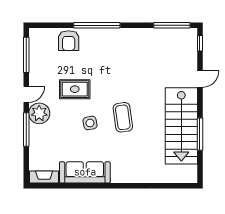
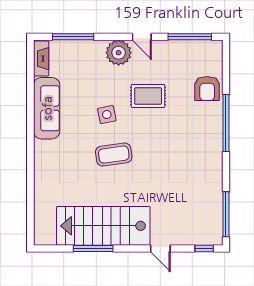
armchair: (69, 41) -> (207, 88), turned -90
rug: (75, 89) -> (148, 96), turned 90
window: (26, 129) -> (73, 37), moved

